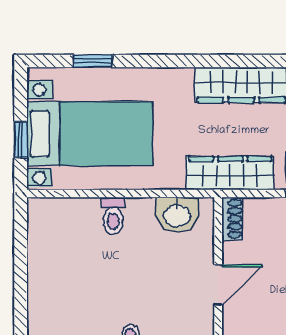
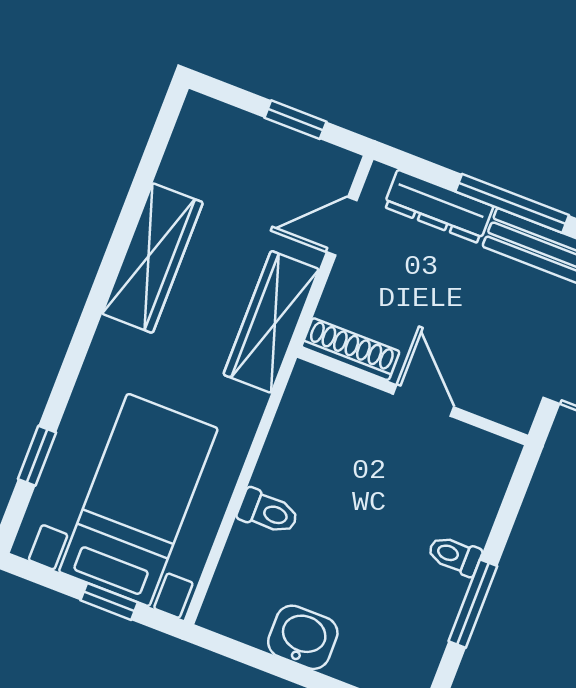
washbasin: (177, 215) -> (303, 637), moved, turned -90
shoe rack: (232, 219) -> (351, 349), width x1.43

